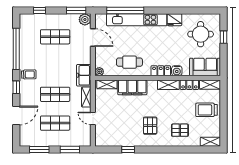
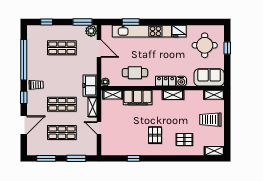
window: (125, 10) -> (131, 22), width x0.47
locker: (189, 85) -> (194, 95), removed

